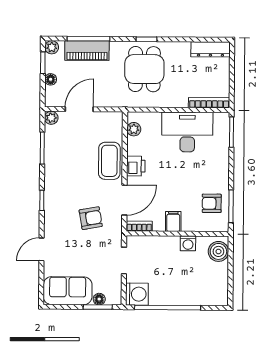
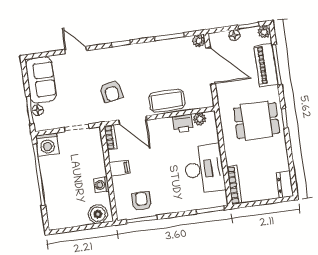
dresser: (211, 49) -> (285, 185), width x0.70
door: (79, 109) -> (211, 66), width x1.36
printer: (136, 166) -> (183, 123), moved

